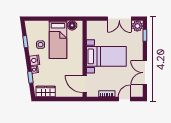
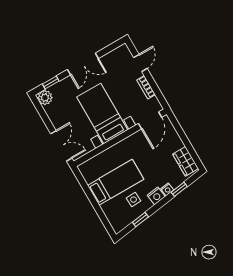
double door: (119, 19) -> (61, 146), moved
floor lamp: (72, 25) -> (89, 175), removed
double door: (145, 73) -> (83, 64), moved
door: (124, 99) -> (140, 63), swing flipped

